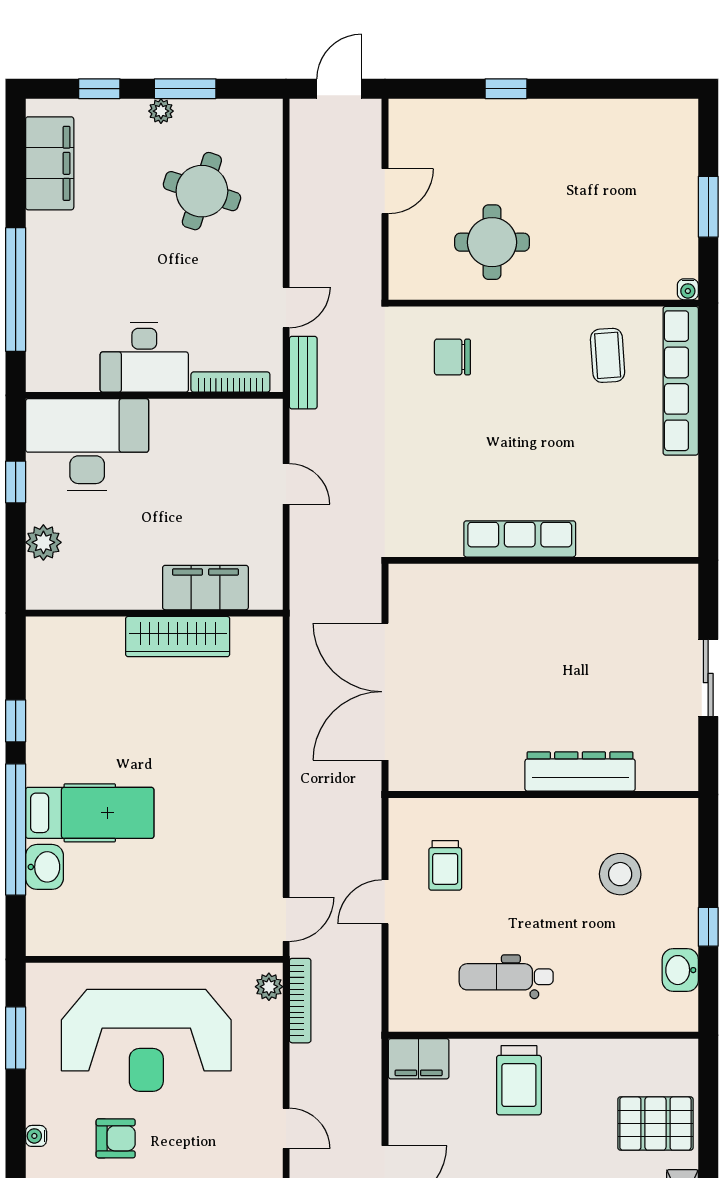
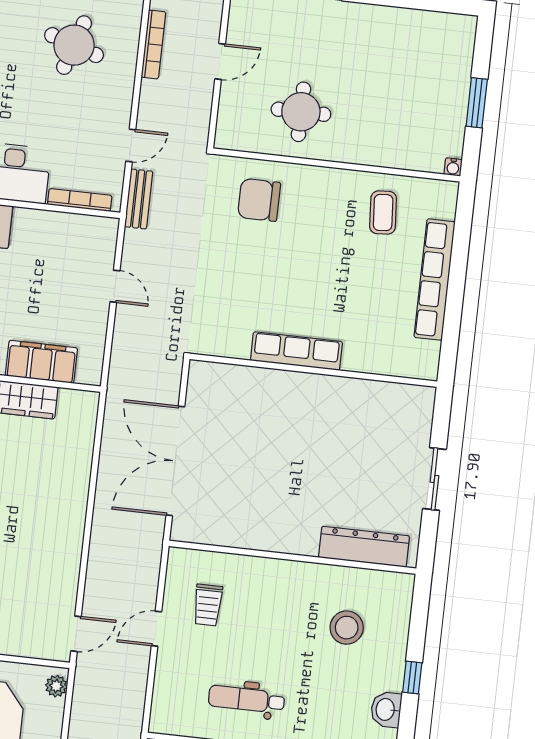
chair: (452, 357) -> (259, 200), width x1.37, depth x1.37
row of seats: (681, 381) -> (435, 280), moved
dresser: (580, 772) -> (364, 547), moved
bookcase: (300, 1001) -> (153, 44), moved

